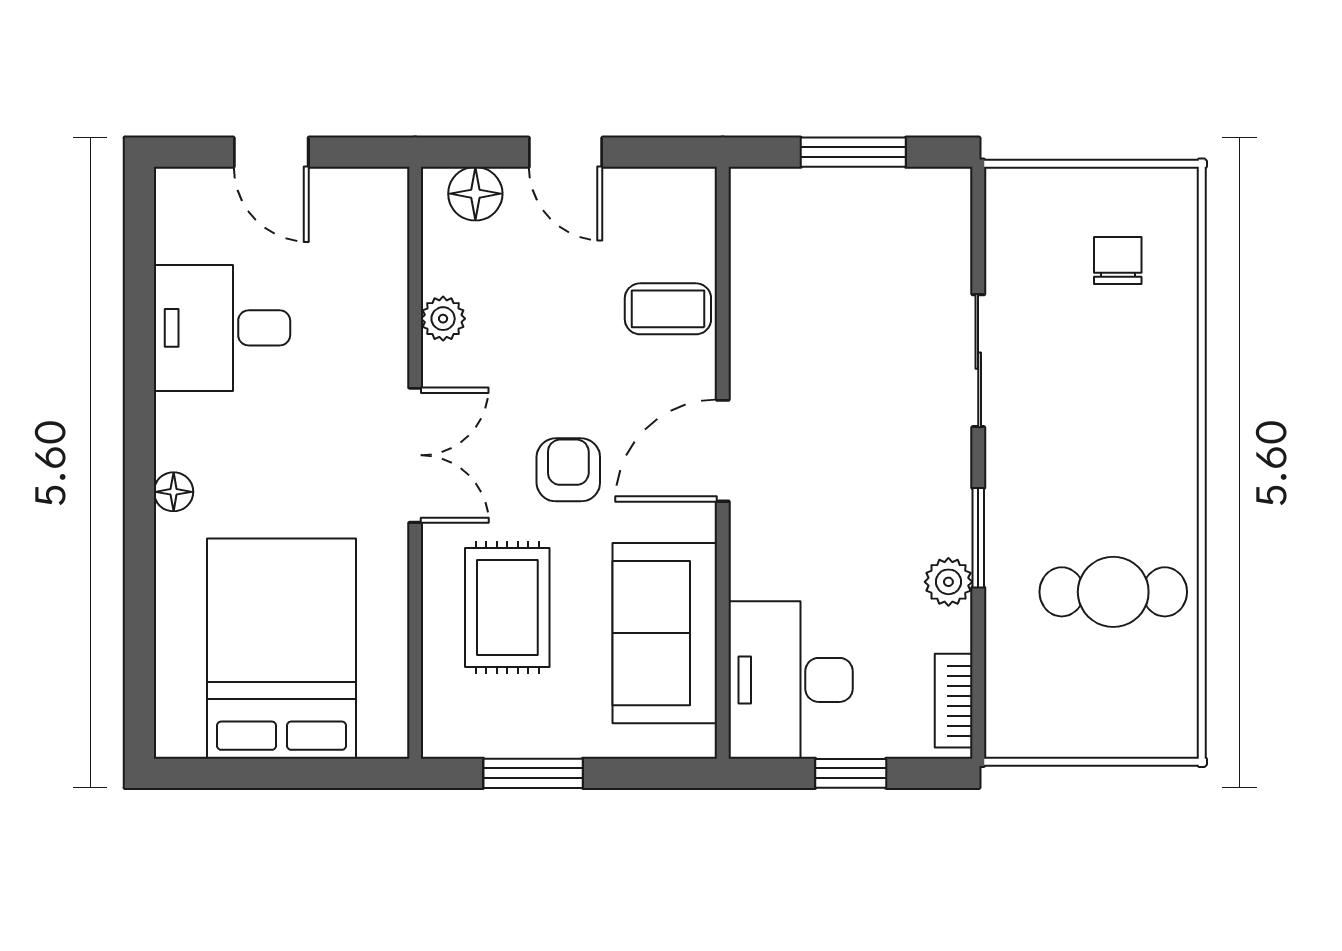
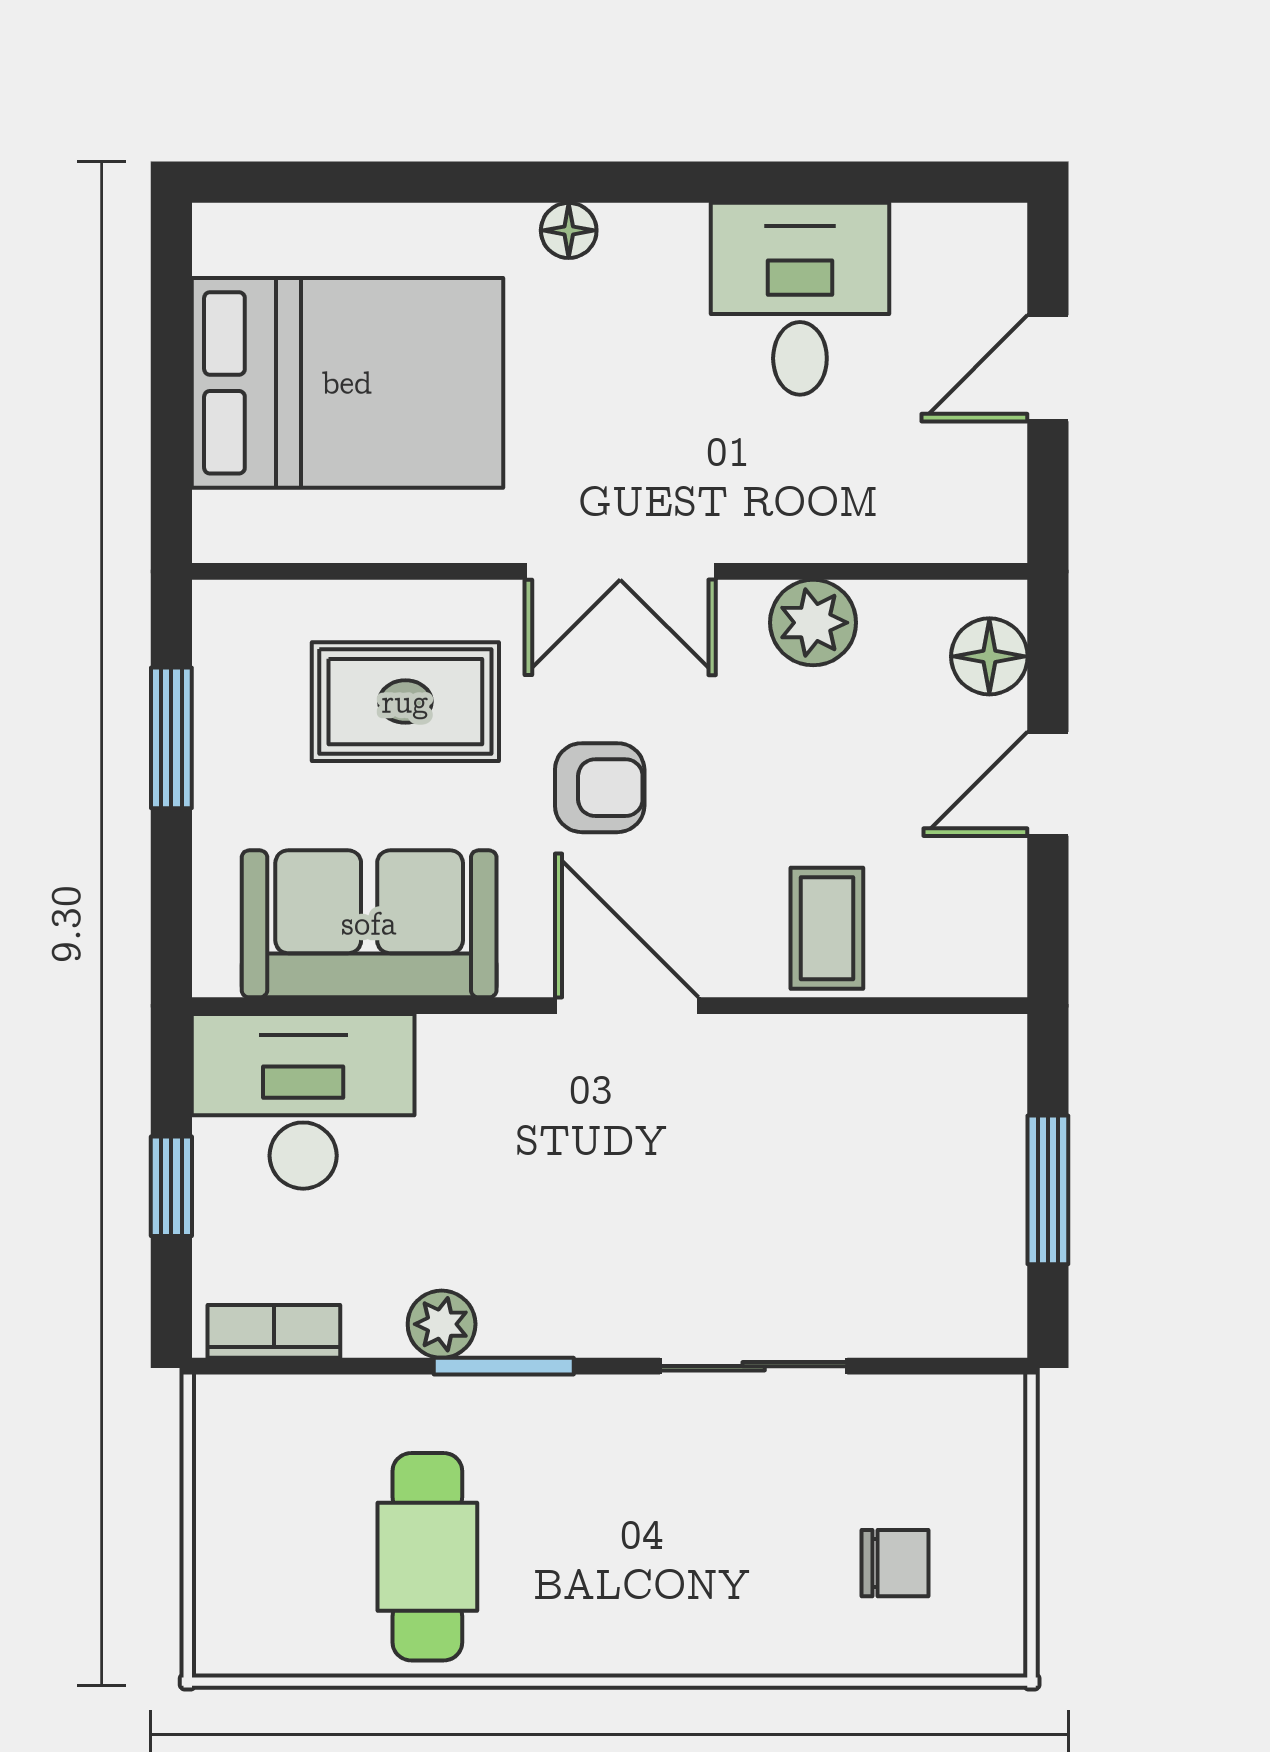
plant: (443, 319) -> (813, 623), width x1.38, depth x1.38

